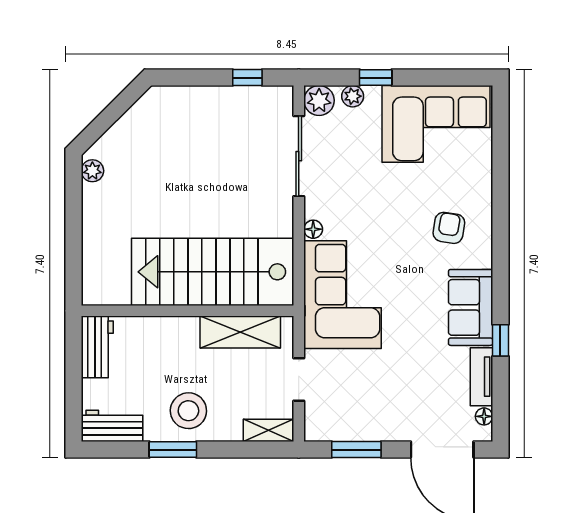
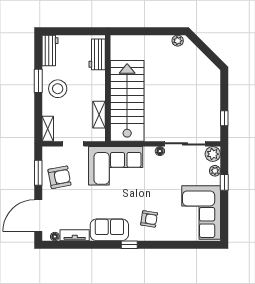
floor lamp: (313, 229) -> (160, 151), moved
shelving: (240, 332) -> (99, 115), width x0.67, depth x0.75
window: (500, 340) -> (129, 245), moved
workbench: (97, 347) -> (97, 54), moved, turned 90
armchair: (365, 407) -> (59, 177), added

